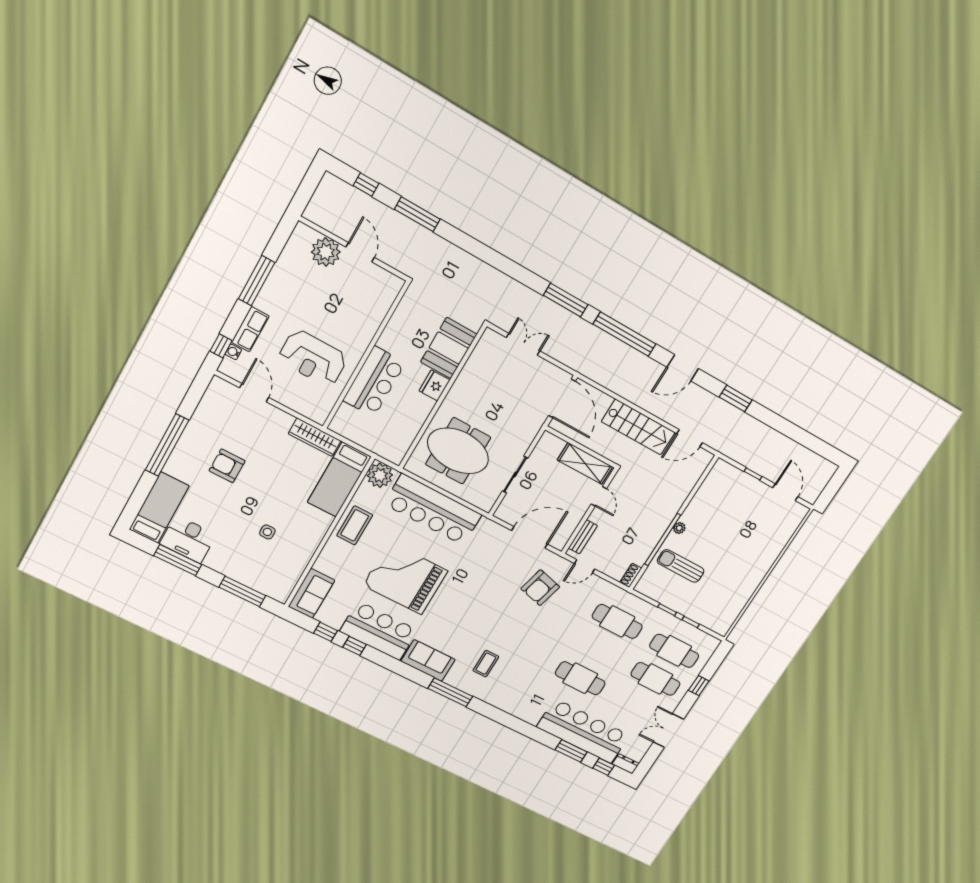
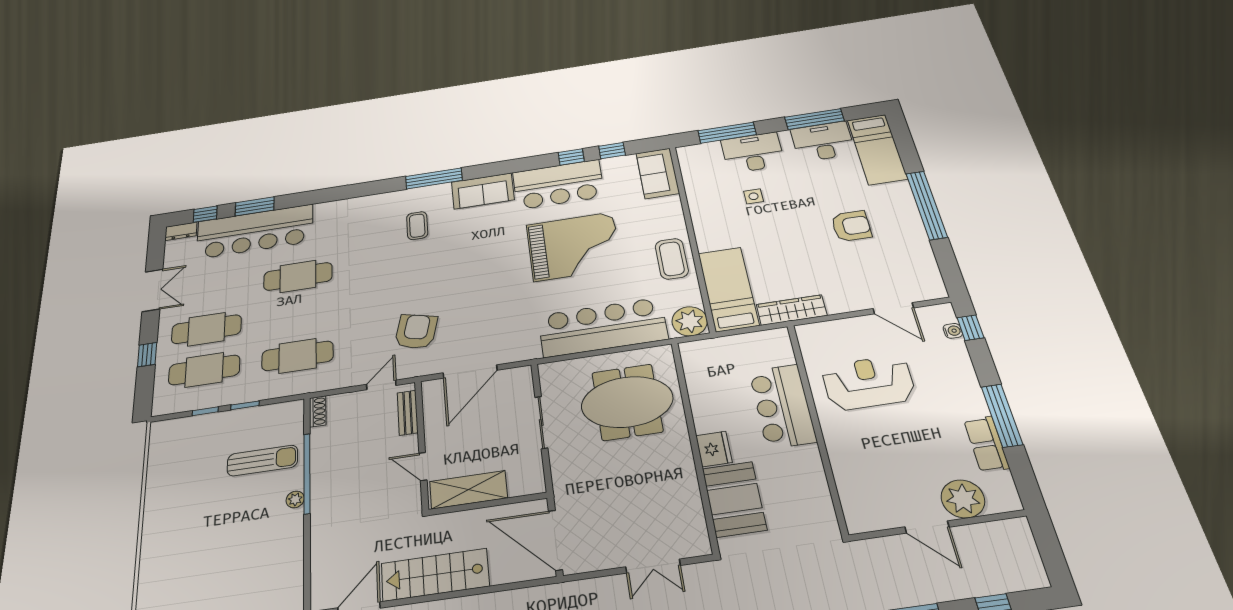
row of seats: (250, 329) -> (986, 444), moved
desk: (239, 564) -> (753, 153), added

